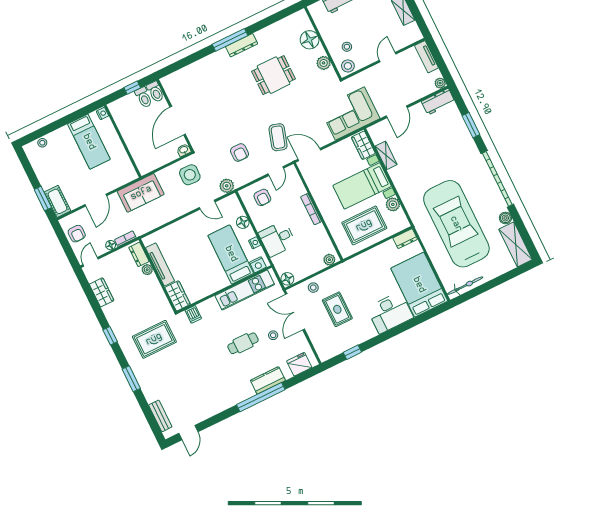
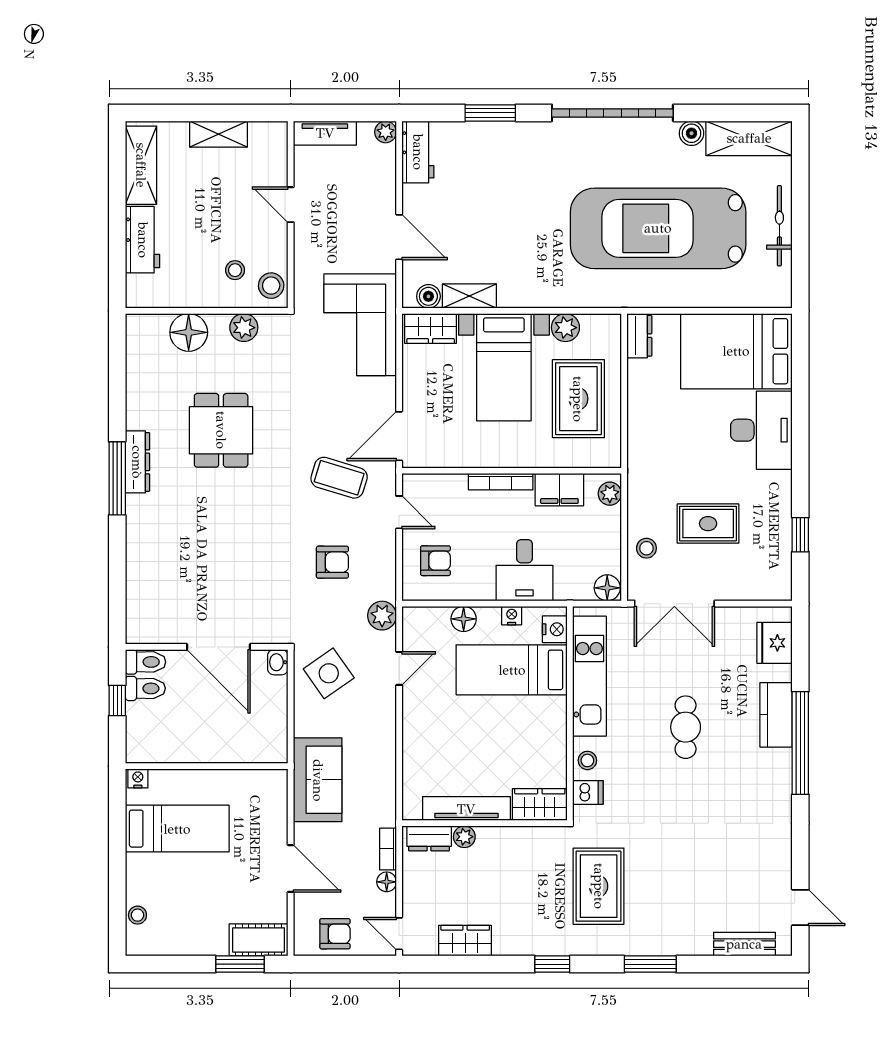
boiler: (377, 137) -> (428, 296), added
side table: (190, 175) -> (329, 673), turned -37
filing cabinet: (320, 237) -> (559, 490), added
bicycle: (465, 286) -> (779, 226), moved
stool: (273, 335) -> (587, 760), moved

